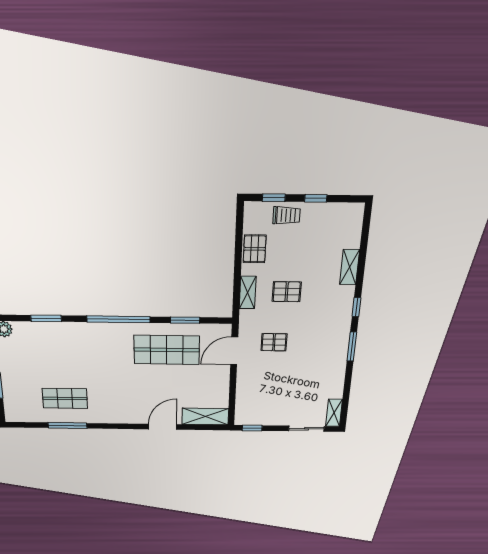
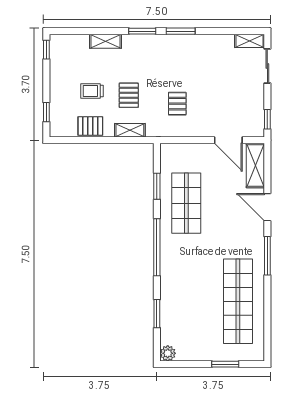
window: (316, 198) -> (46, 50), moved
trolley: (287, 215) -> (92, 91), moved, turned -90
window: (356, 307) -> (142, 31), width x1.50
door: (234, 351) -> (228, 140), moved
shop shelf: (65, 398) -> (238, 301), width x2.00, depth x1.36
window: (67, 425) -> (267, 256), moved

